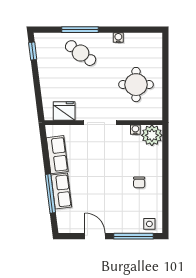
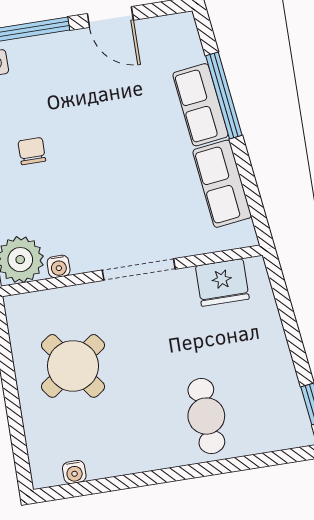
window: (80, 30) -> (216, 468), removed
water cooler: (118, 38) -> (74, 472), moved
cafe table: (81, 53) -> (206, 416), turned 51
round table: (136, 85) -> (73, 366), turned -36

